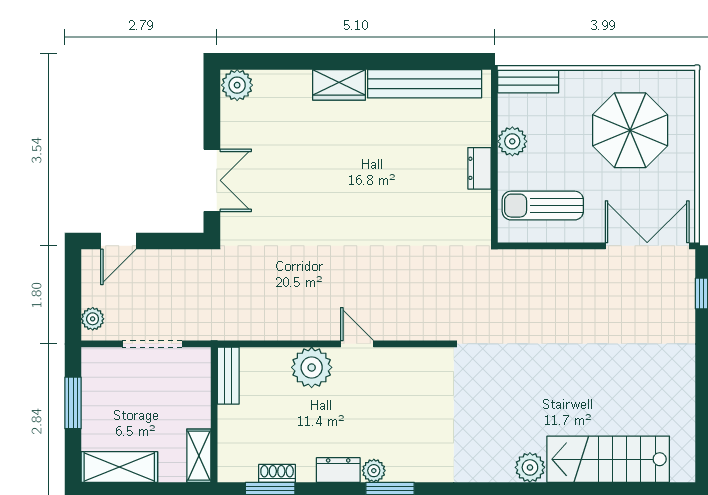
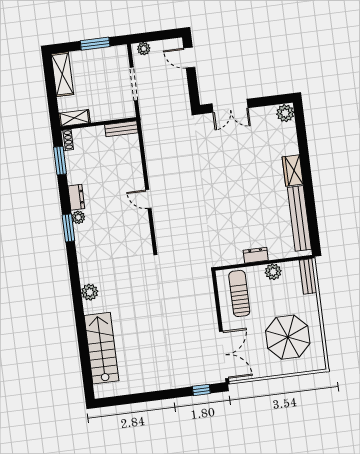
door: (357, 344) -> (148, 199), swing flipped
plant: (312, 367) -> (132, 175), removed
plant: (530, 467) -> (90, 292), moved
shoe rack: (277, 473) -> (67, 140), moved

